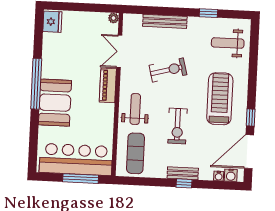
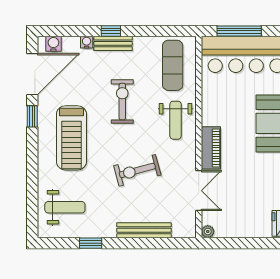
water cooler: (219, 176) -> (87, 42), moved

